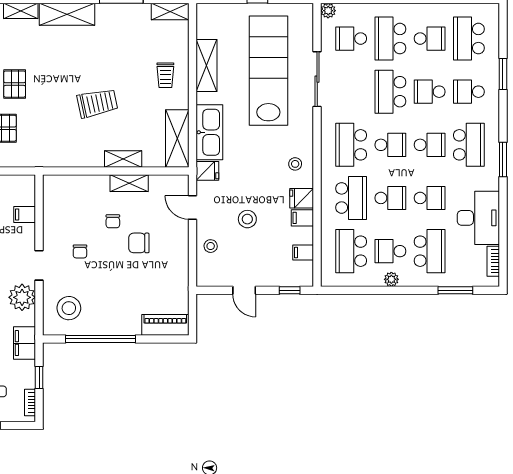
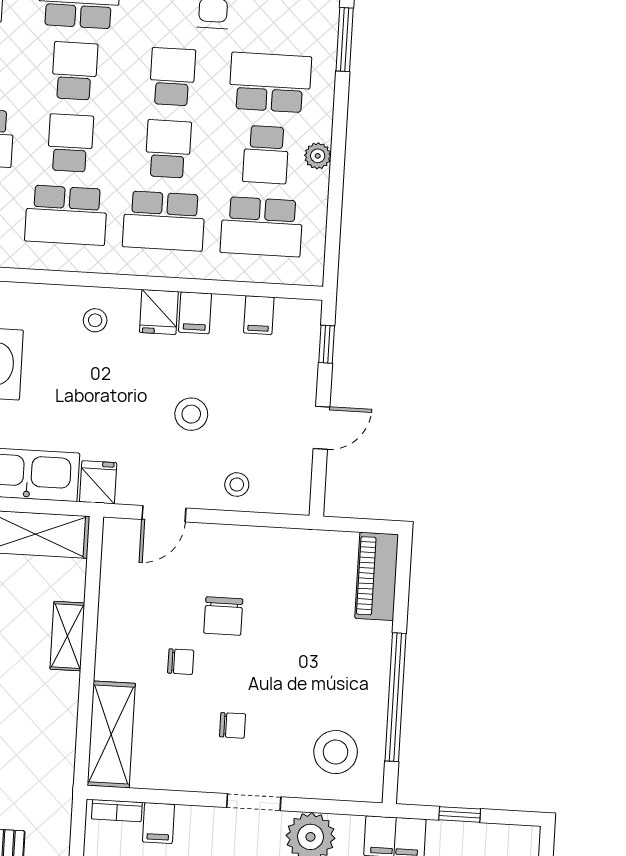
shelving: (129, 183) -> (111, 734), moved, width x1.50, depth x1.33
school desk: (351, 198) -> (164, 221), turned 180
bookcase: (30, 402) -> (117, 811), moved

